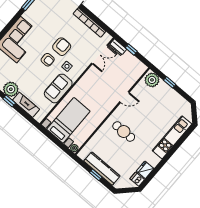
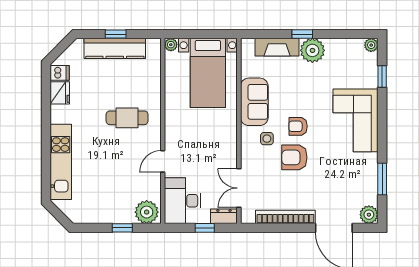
armchair: (62, 47) -> (294, 157), turned 90
desk: (131, 71) -> (182, 201), added

